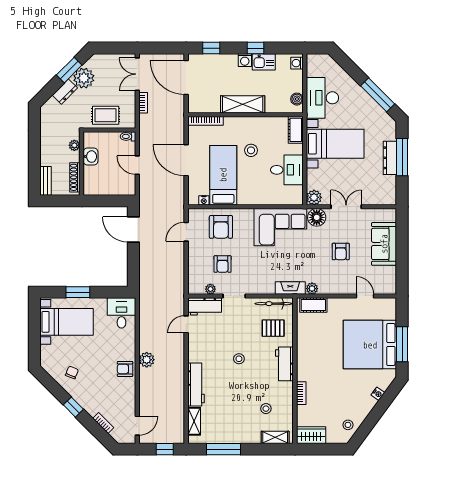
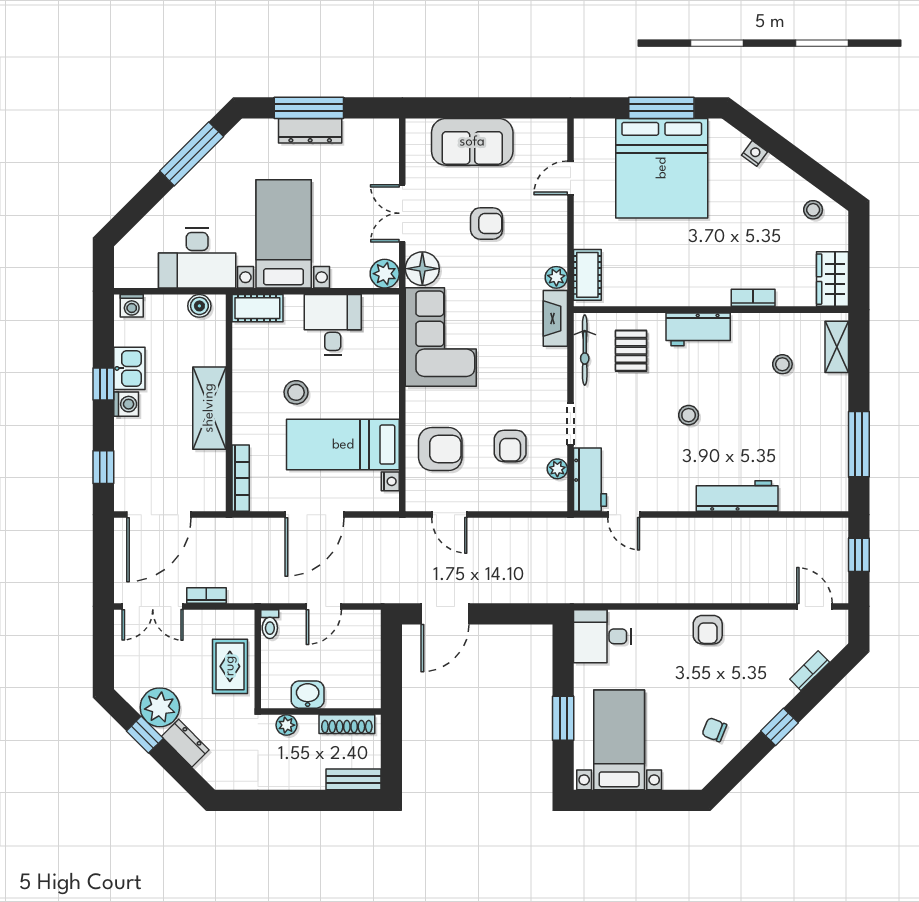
window: (69, 70) -> (145, 735), width x0.67
armchair: (223, 264) -> (510, 446), turned 90
plant: (147, 360) -> (690, 589), removed
shelving: (194, 421) -> (806, 500), removed

